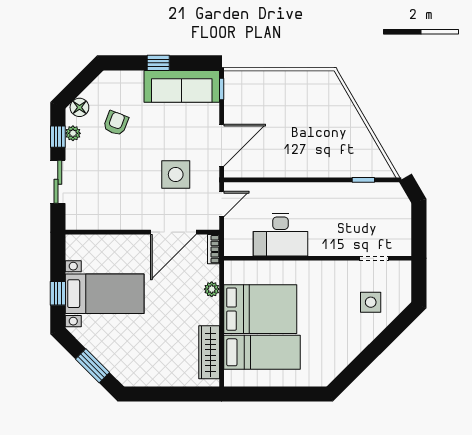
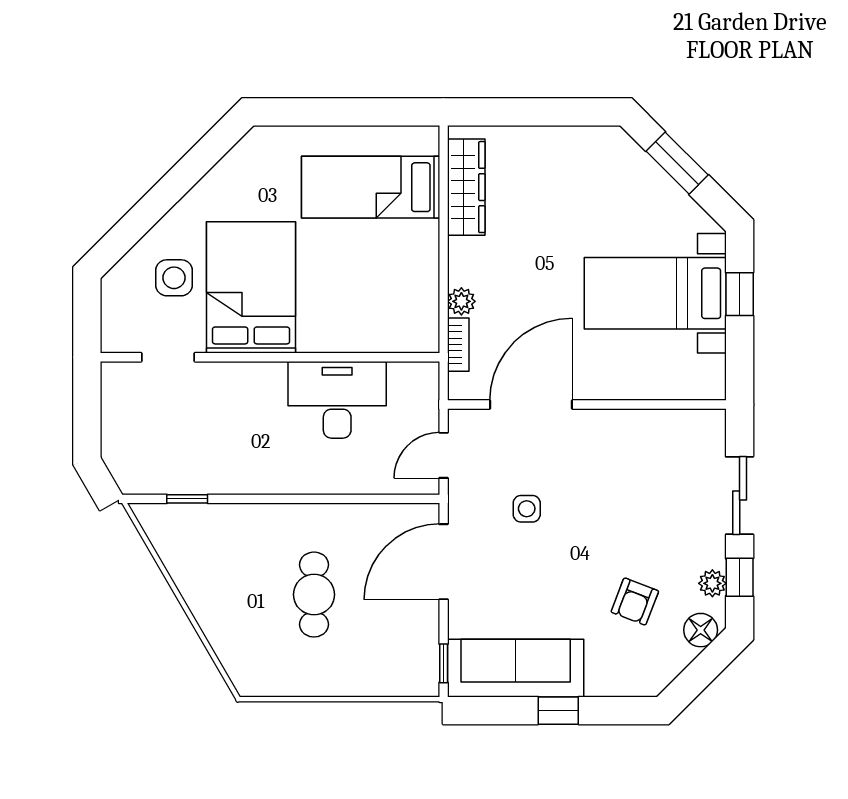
cafe table: (293, 127) -> (314, 595), added
side table: (176, 175) -> (527, 509), width x0.54, depth x0.54
bookcase: (213, 249) -> (458, 345), moved
bed: (260, 309) -> (251, 287), moved, turned 90

